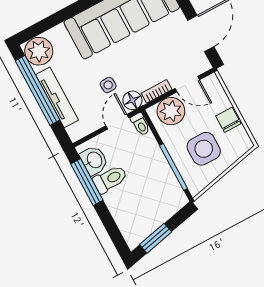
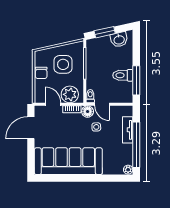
plant: (39, 51) -> (128, 170), width x0.53, depth x0.53
tv unit: (57, 97) -> (128, 130), width x0.71
door: (117, 122) -> (102, 104), hinge flipped
washbasin: (94, 160) -> (119, 40), moved, turned -102
window: (155, 238) -> (105, 32), moved

